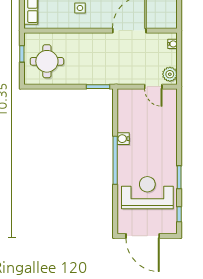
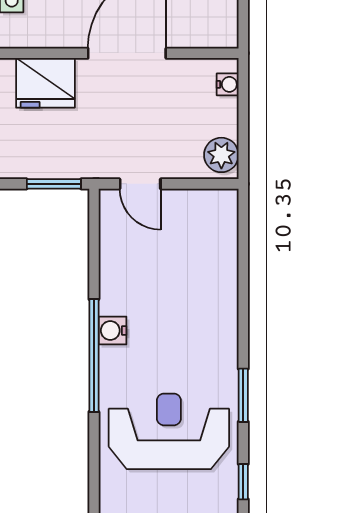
fridge: (94, 43) -> (45, 83), added
door: (153, 87) -> (140, 184), moved
water cooler: (123, 139) -> (112, 331), moved

